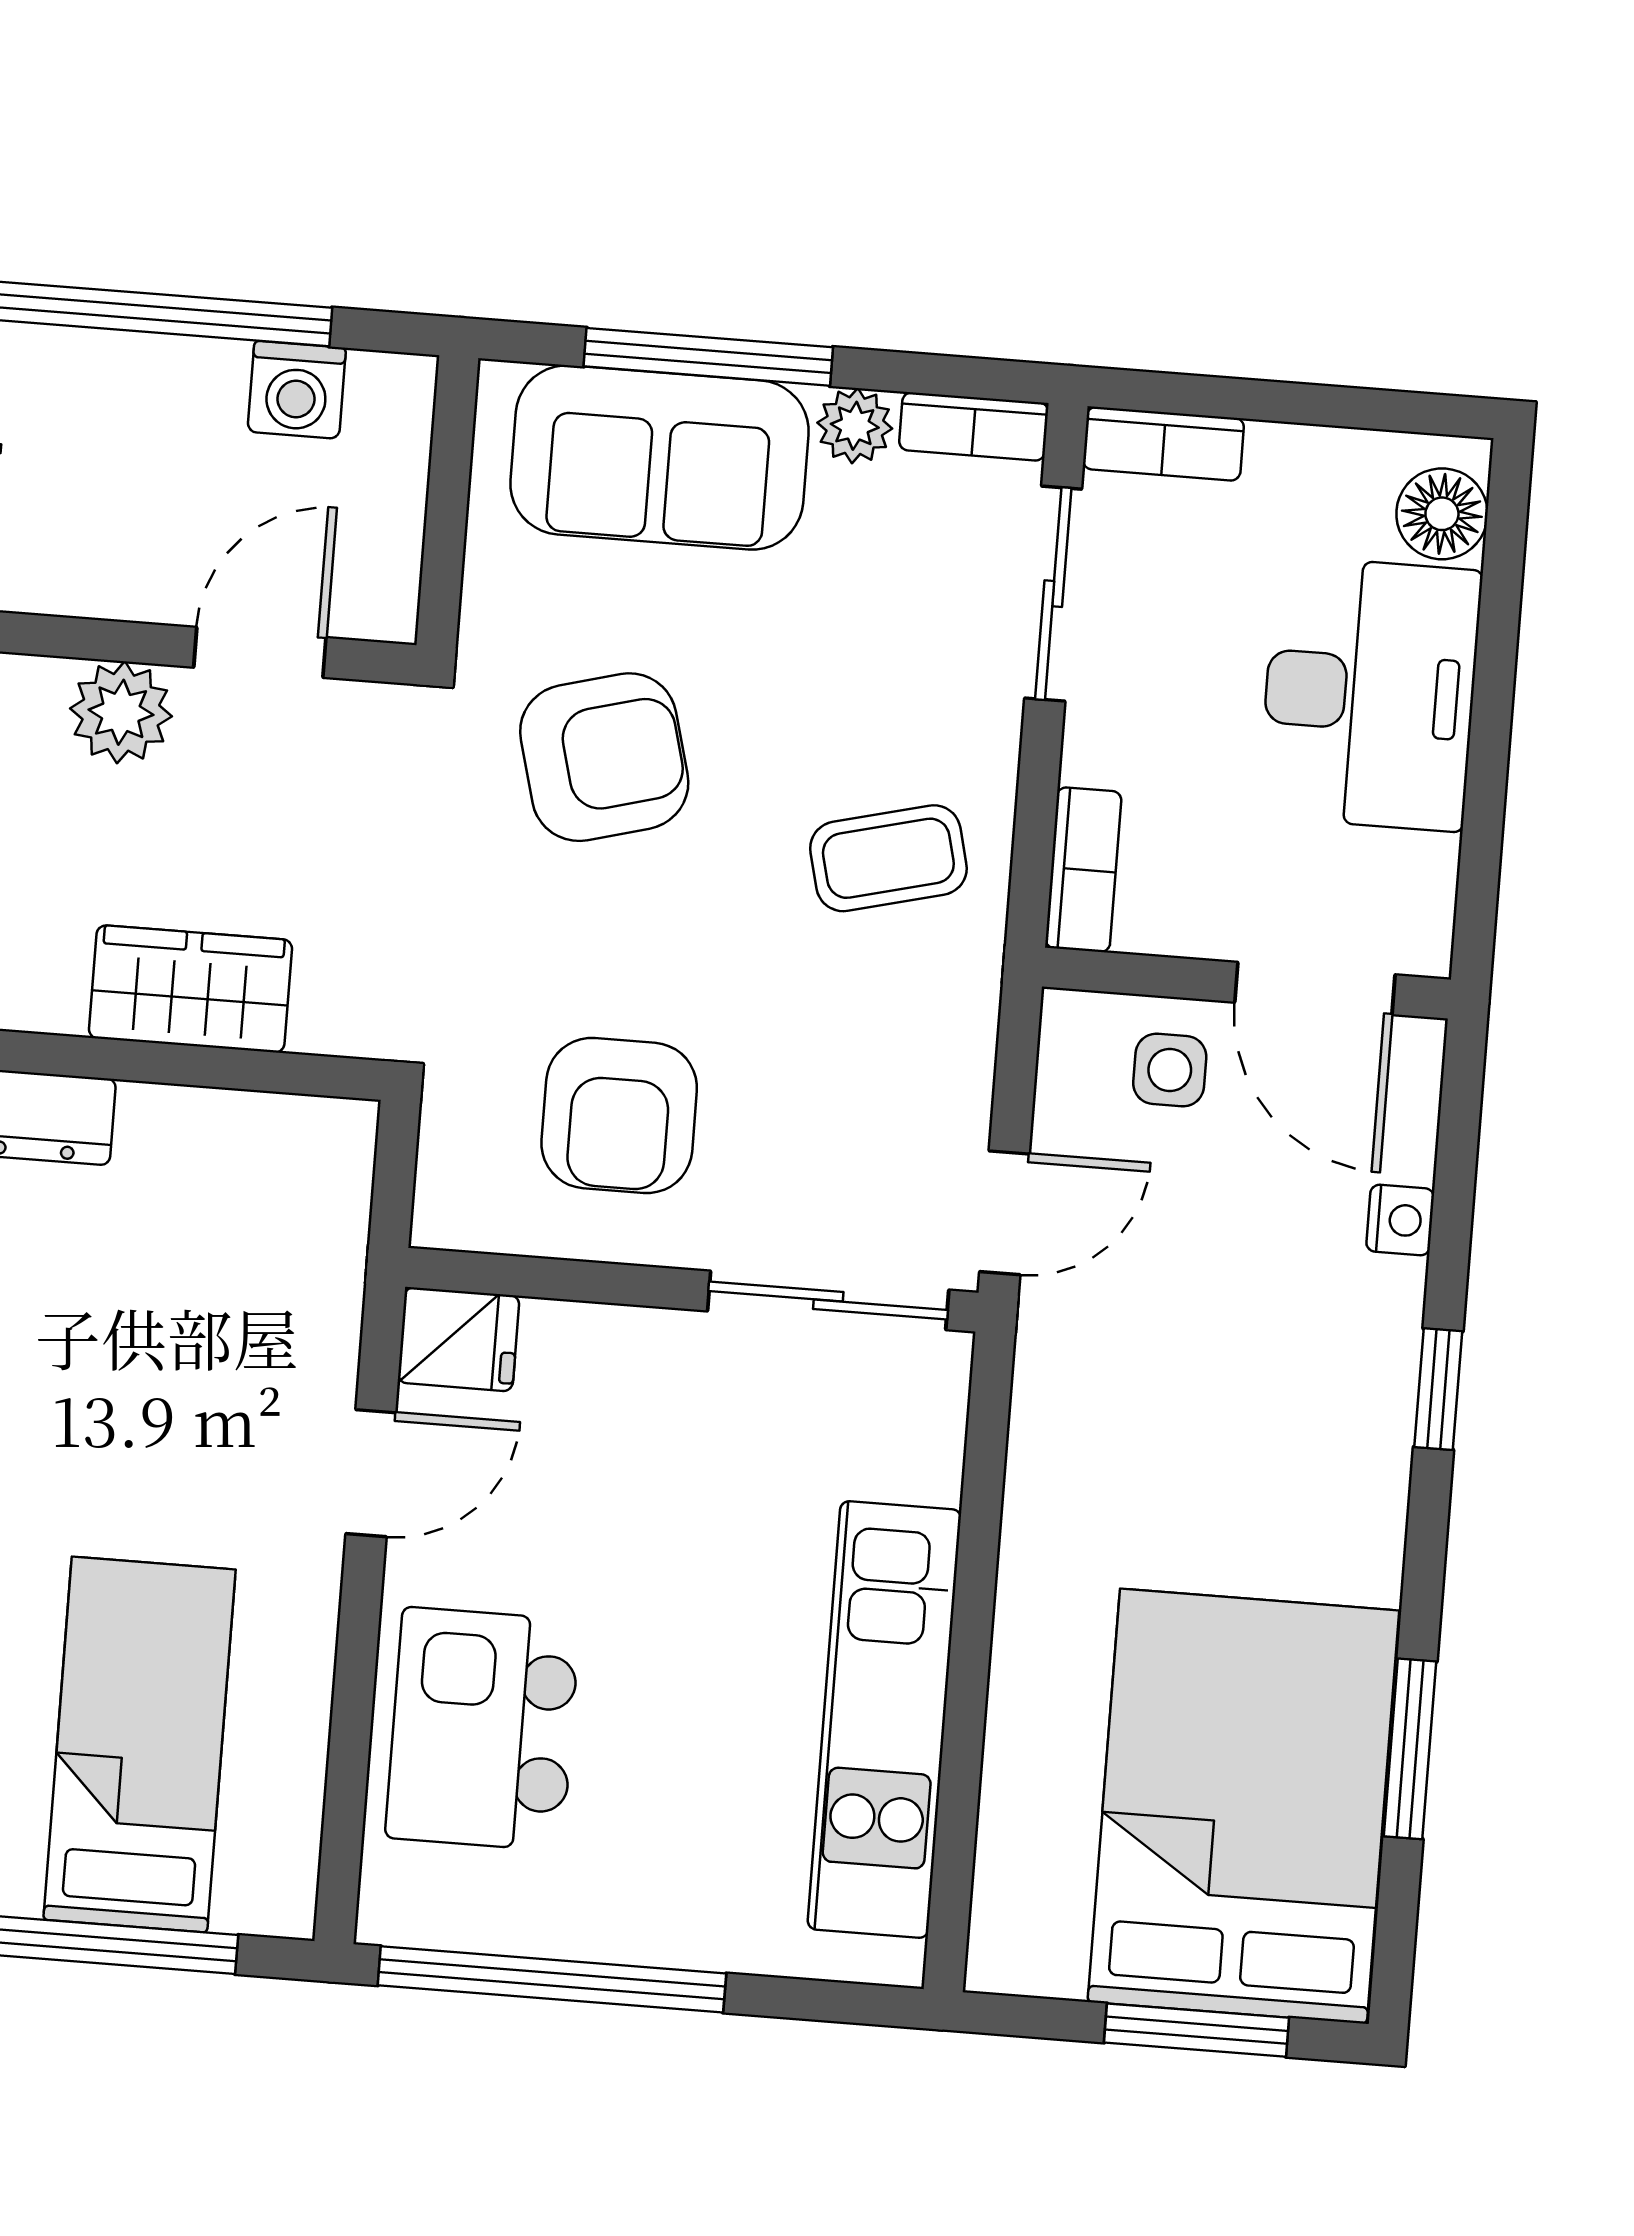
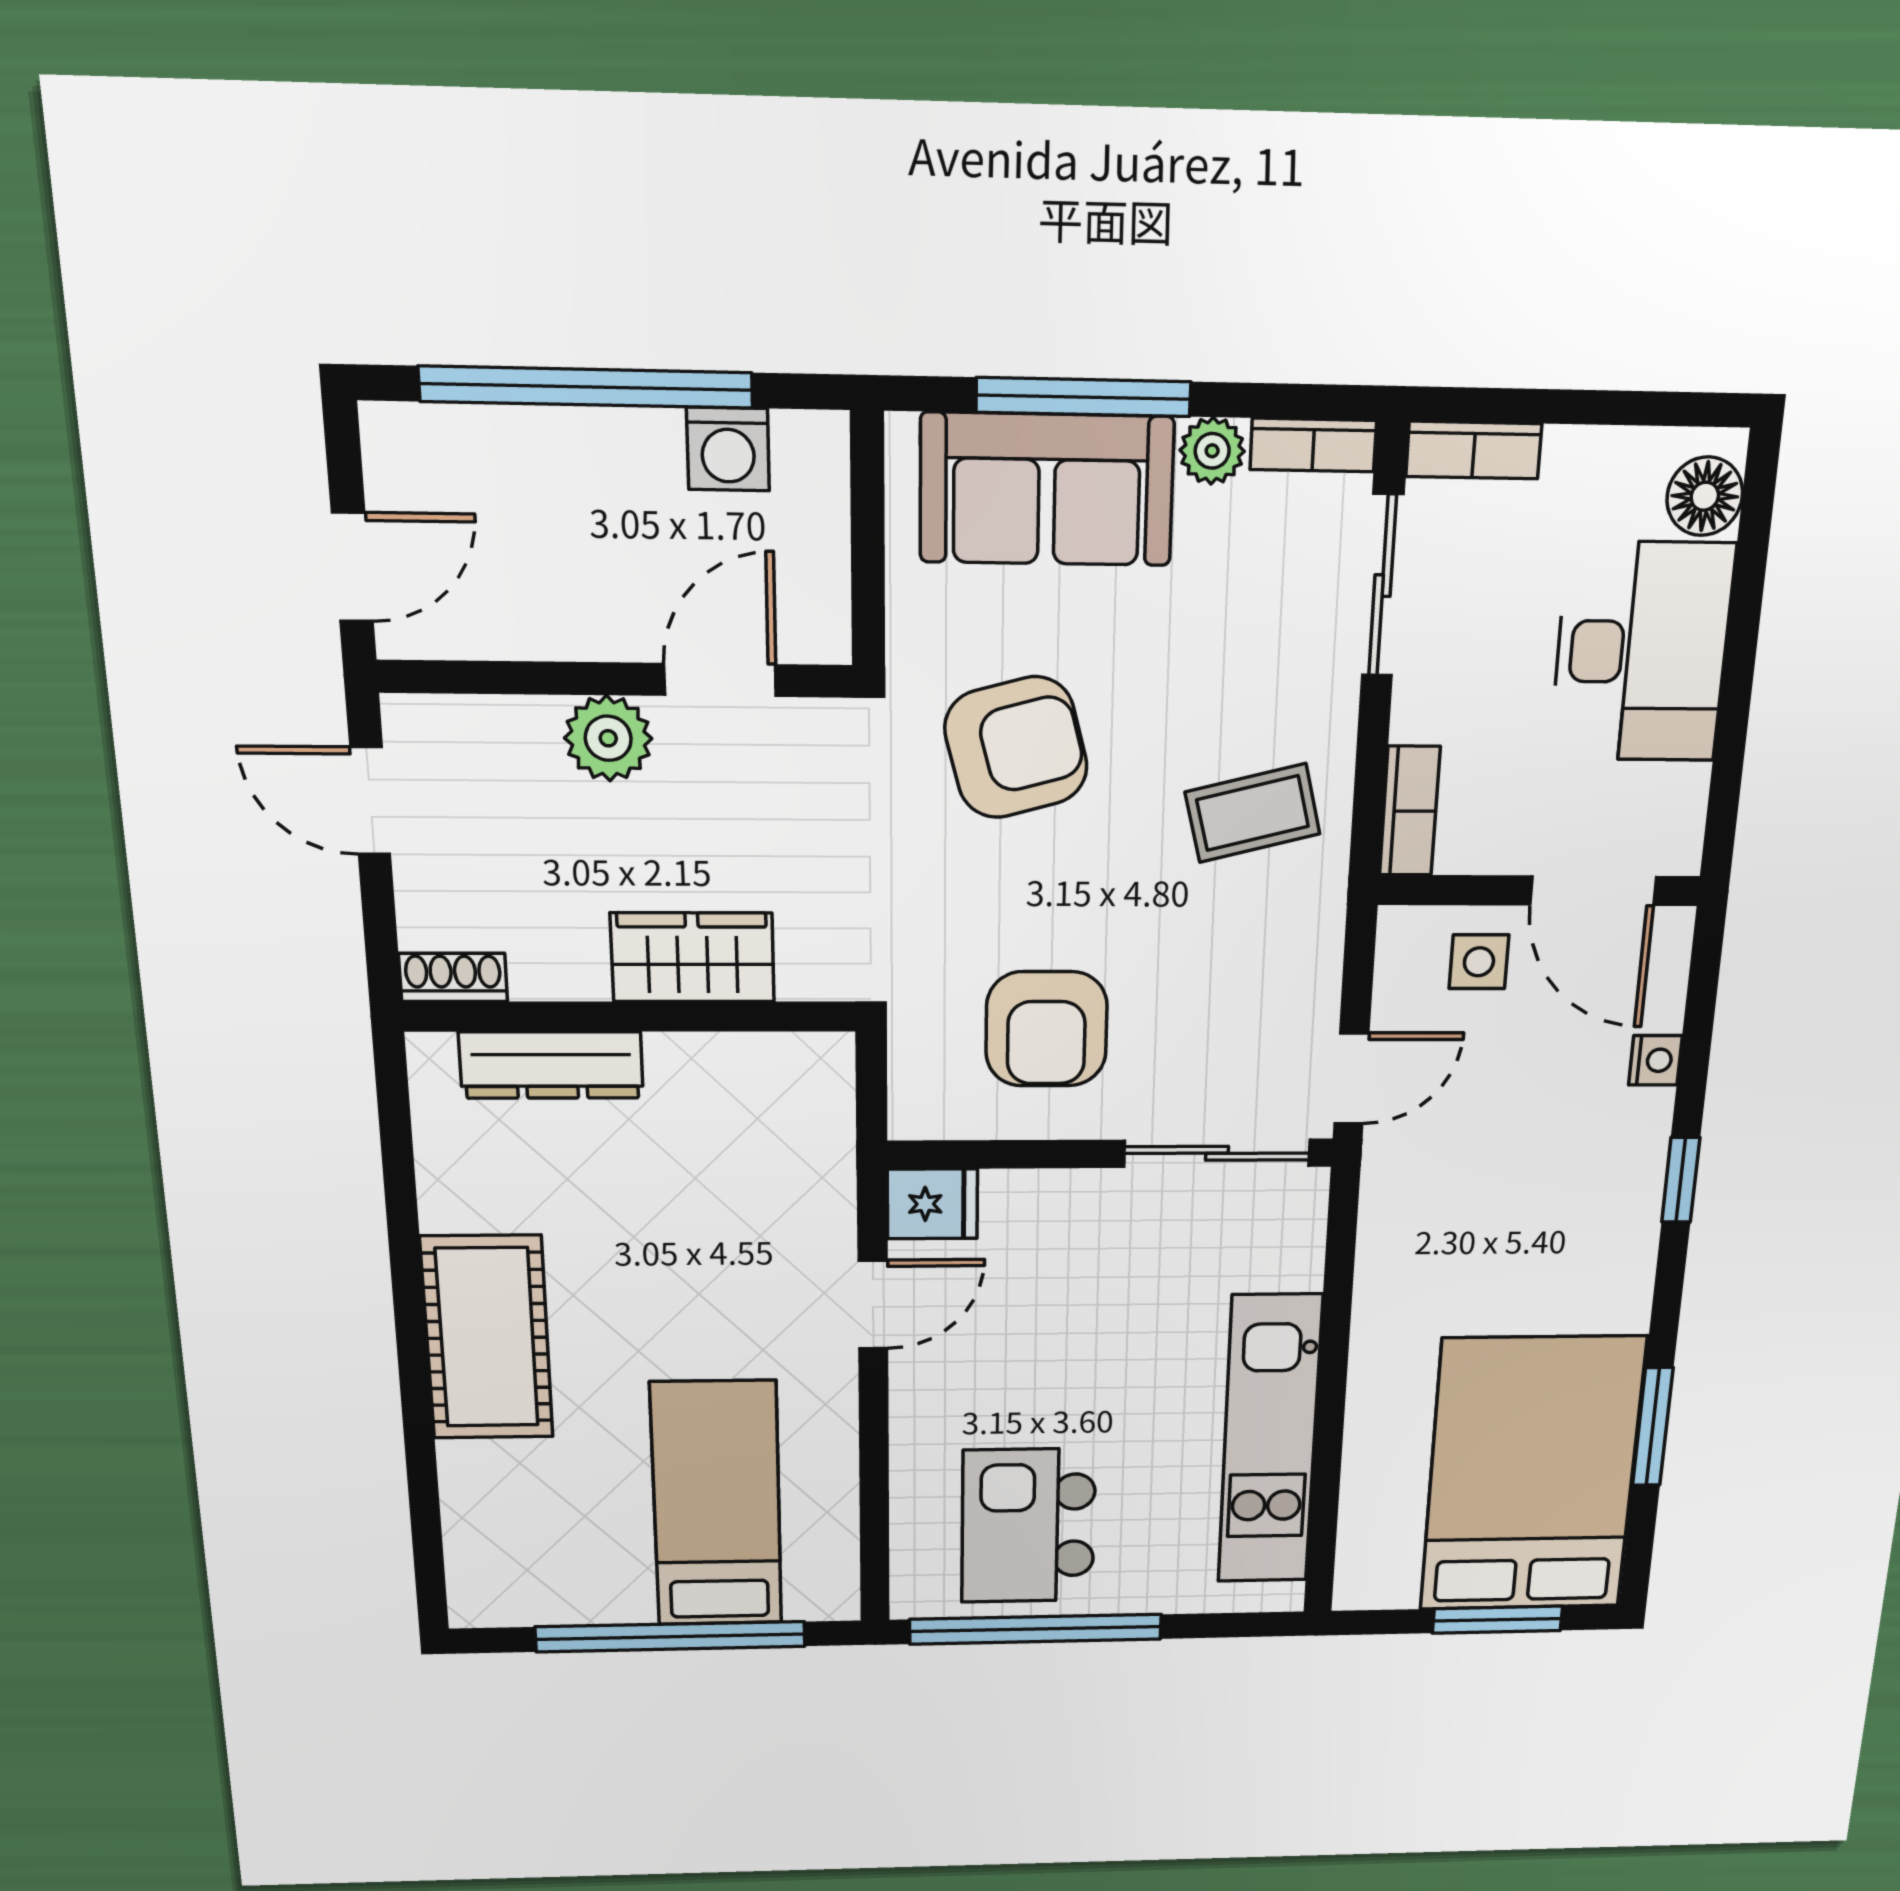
kitchen island: (483, 1729) -> (1028, 1526), moved

